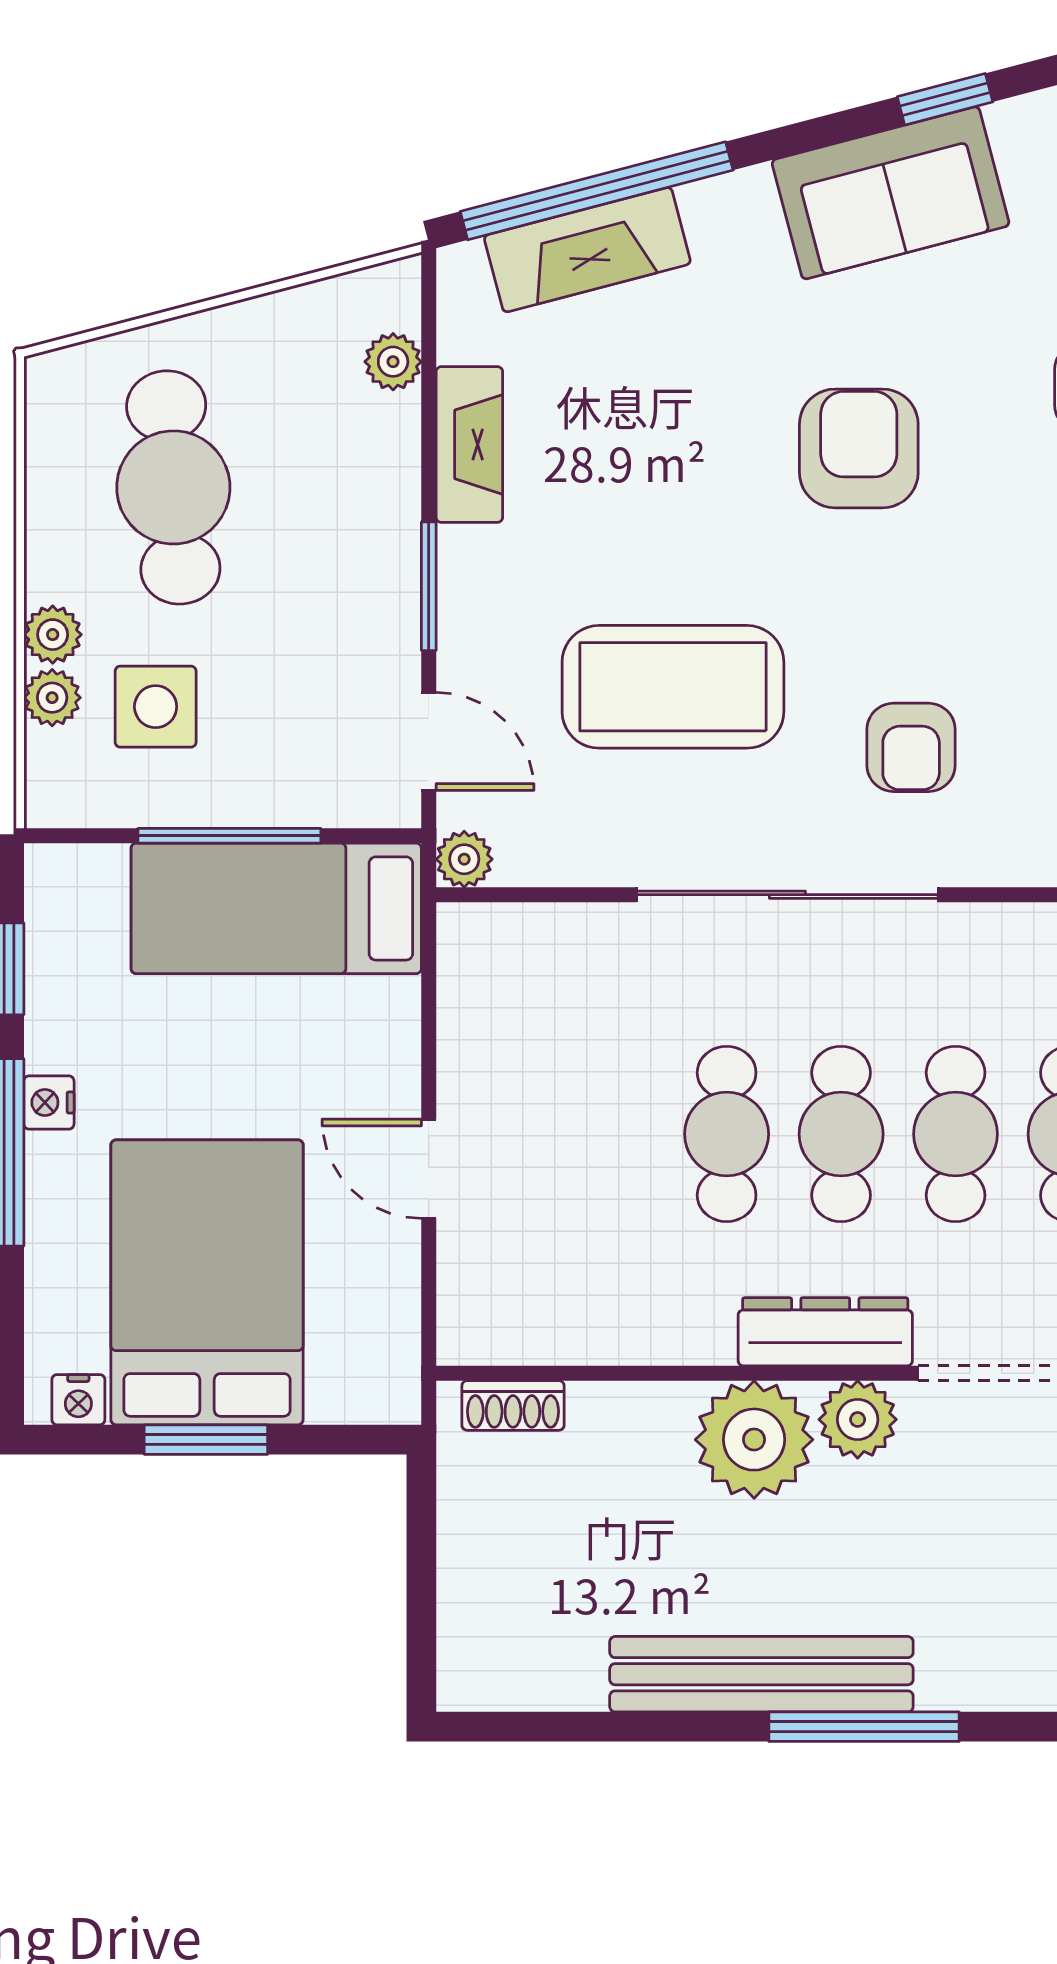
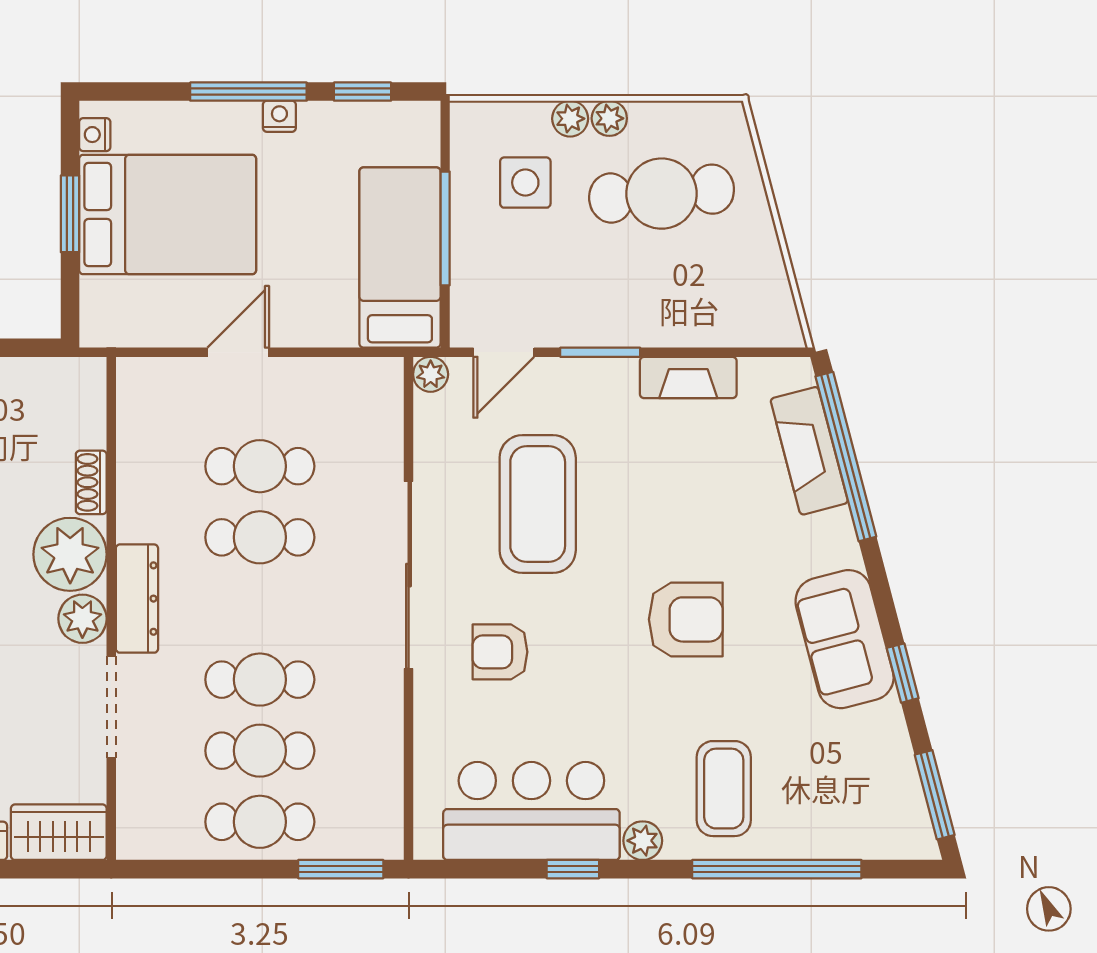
plant: (393, 362) -> (740, 330), removed
plant: (52, 698) -> (609, 118), moved
cafe table: (841, 1134) -> (260, 466), moved
shoe rack: (513, 1405) -> (91, 482), moved

